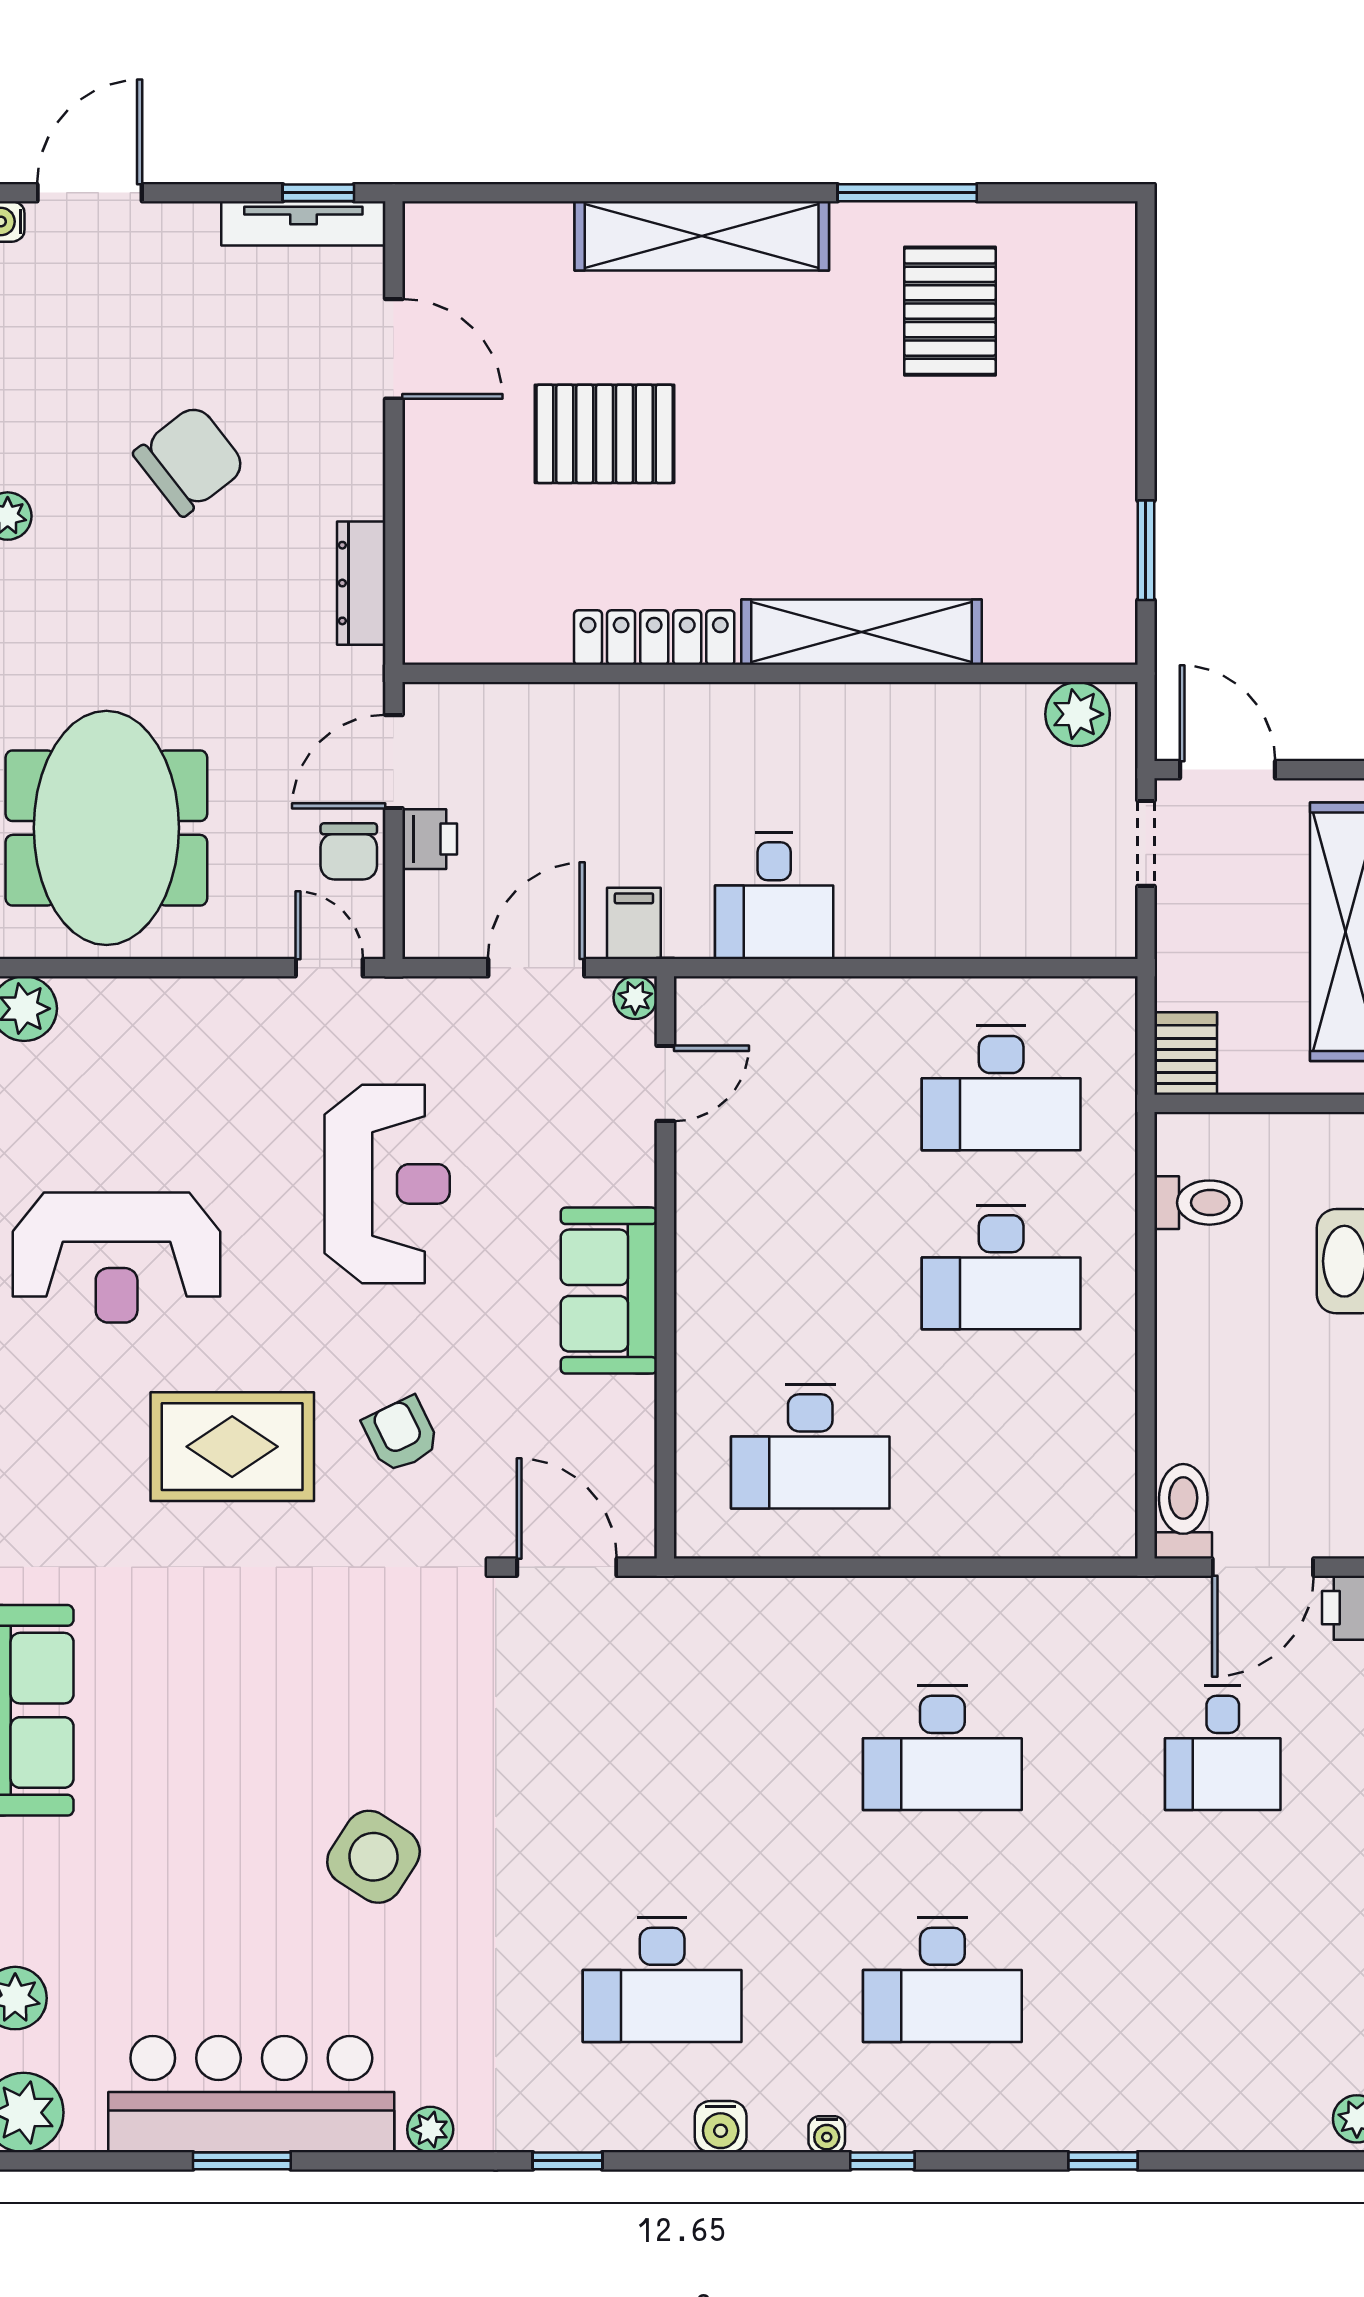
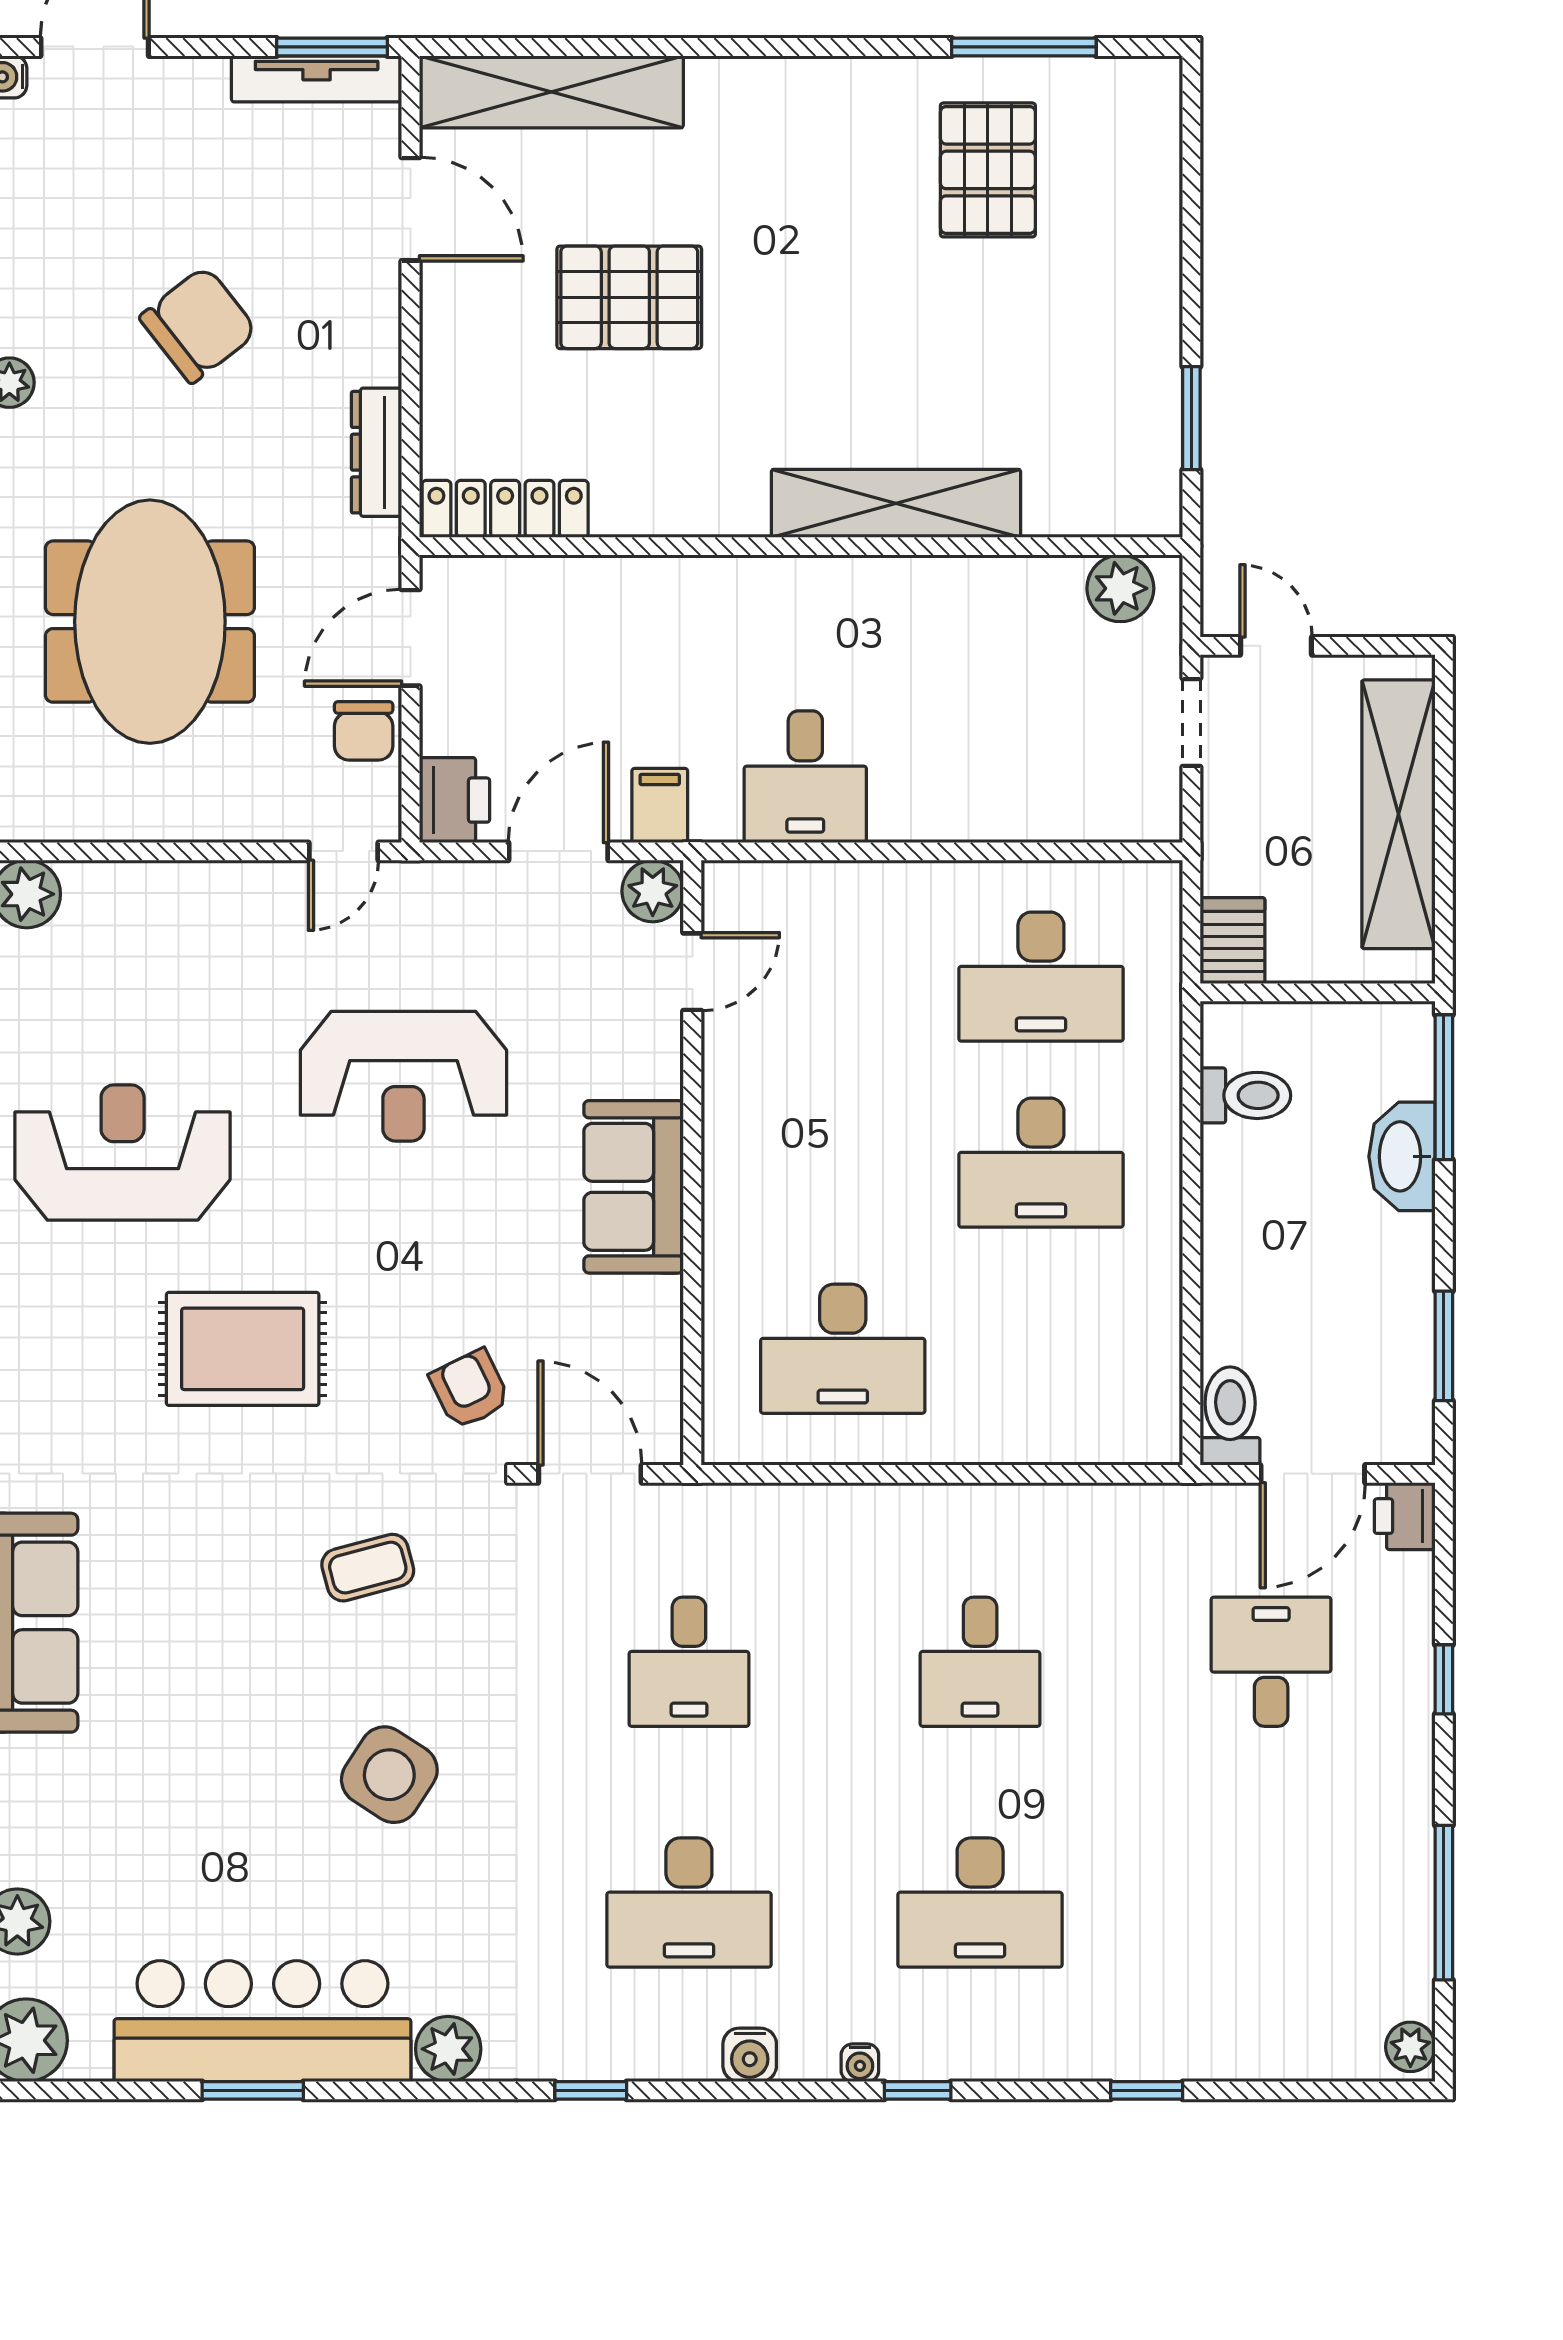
window: (318, 193) -> (332, 47), width x1.50
window: (907, 193) -> (1024, 47), moved
shelving: (702, 236) -> (551, 92), moved
locker: (654, 638) -> (505, 509), moved
door: (1228, 770) -> (1276, 646), width x0.73
meeting table: (106, 828) -> (150, 622), moved
printer: (430, 839) -> (454, 800), moved, width x1.36, depth x1.24
door: (329, 968) -> (343, 851), swing flipped
plant: (635, 998) -> (653, 891), width x1.38, depth x1.38
reception desk: (387, 1184) -> (403, 1076), turned 90
reception desk: (117, 1258) -> (123, 1153), turned 180
armchair: (401, 1435) -> (470, 1389), moved
coffee table: (353, 1657) -> (368, 1568), added
desk: (662, 1748) -> (689, 1662), added
desk: (942, 1748) -> (980, 1662), width x0.73
desk: (1223, 1748) -> (1271, 1662), turned 180
plant: (430, 2129) -> (448, 2049), width x1.38, depth x1.38

